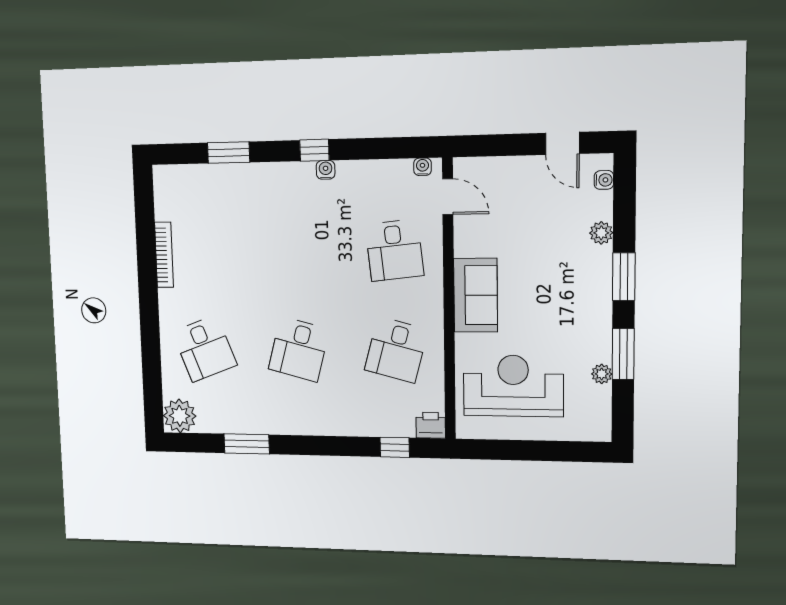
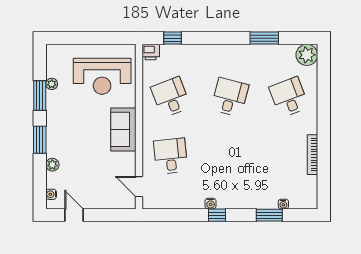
water cooler: (422, 167) -> (283, 204), moved
desk: (396, 350) -> (171, 97), turned -36

